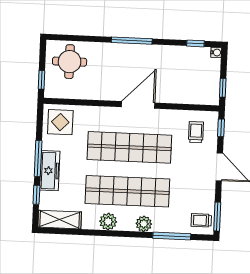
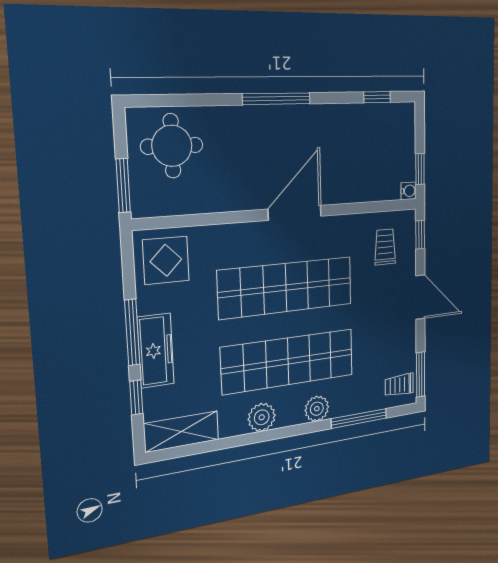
water cooler: (216, 52) -> (409, 191), moved
window: (41, 80) -> (123, 186), width x1.50

